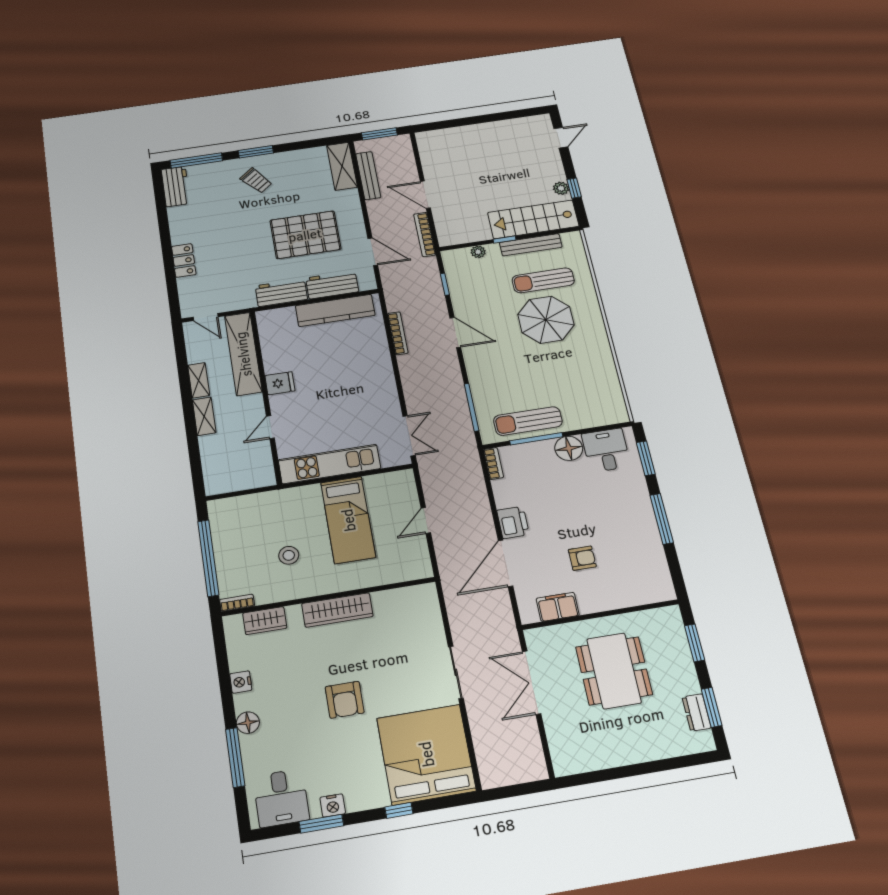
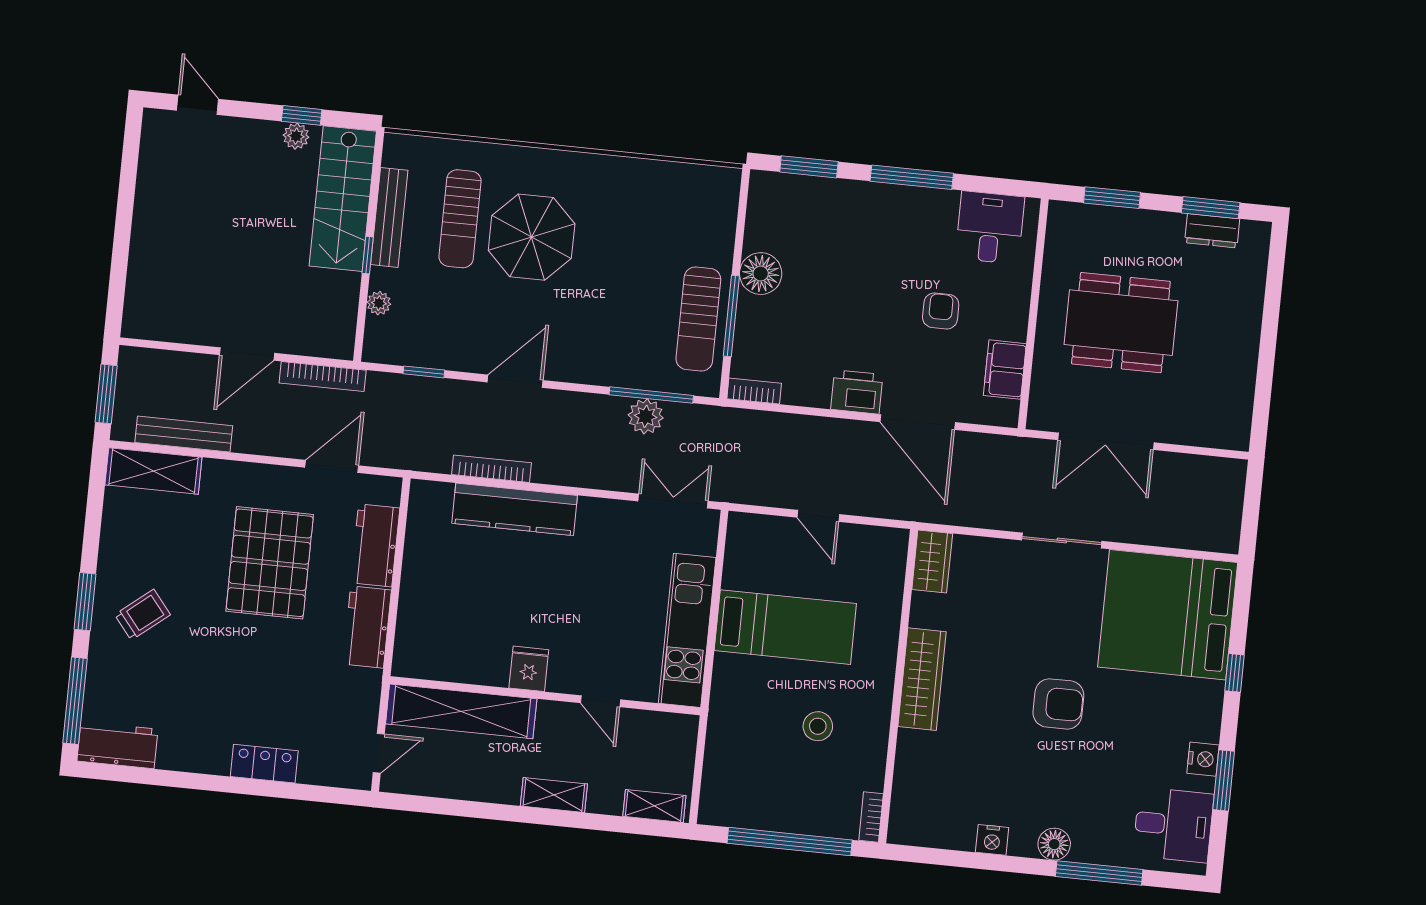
kitchen counter: (335, 310) -> (515, 509), moved, turned 90
shelving: (199, 380) -> (654, 806), moved
plant: (457, 407) -> (646, 416), added
desk: (606, 450) -> (990, 228), moved, turned 90
wardrobe: (265, 621) -> (932, 561), moved

